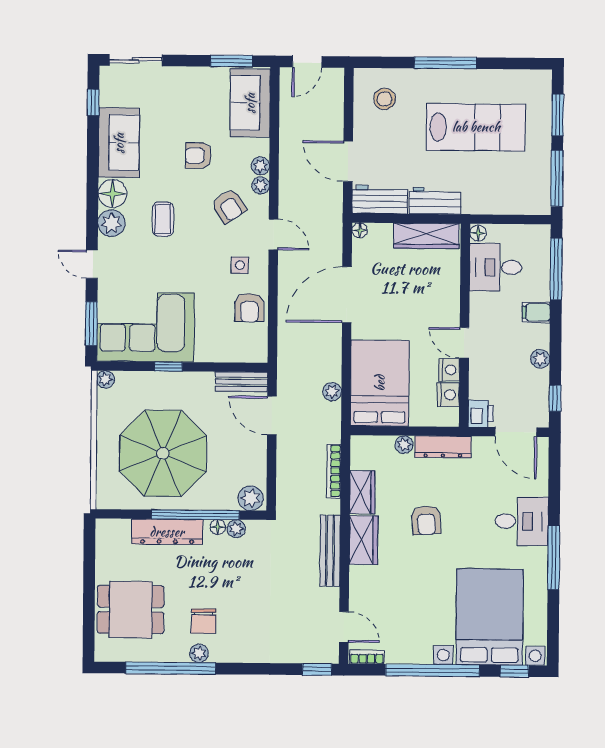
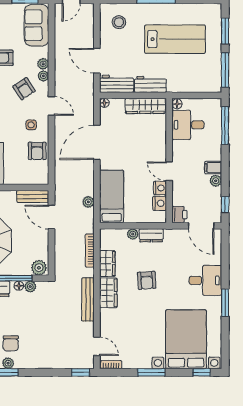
filing cabinet: (536, 312) -> (213, 168), moved
bed: (380, 383) -> (112, 196), width x0.67
dresser: (443, 447) -> (151, 235), width x0.70
window: (554, 558) -> (225, 303), width x0.69
window: (432, 670) -> (151, 372), width x0.47

